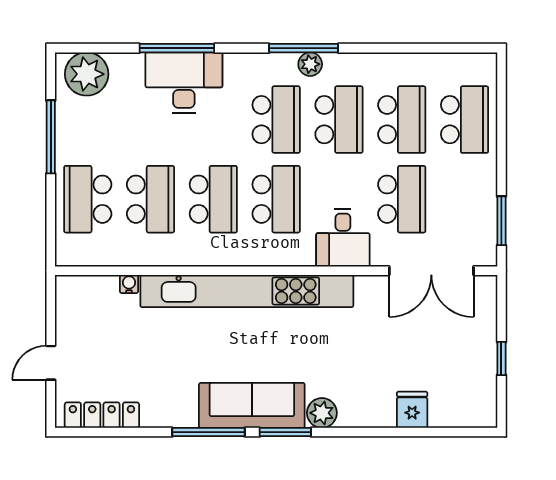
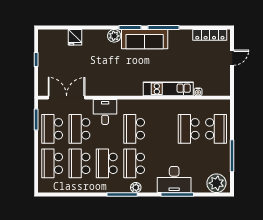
plant: (310, 64) -> (136, 187), moved
school desk: (213, 199) -> (52, 129), moved
kitchen unit: (247, 291) -> (168, 89), width x0.54

